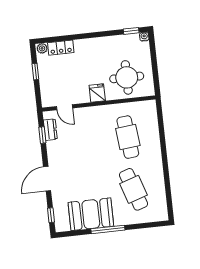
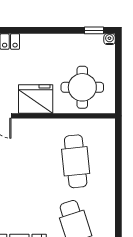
fridge: (97, 93) -> (36, 99), width x1.88, depth x1.34

